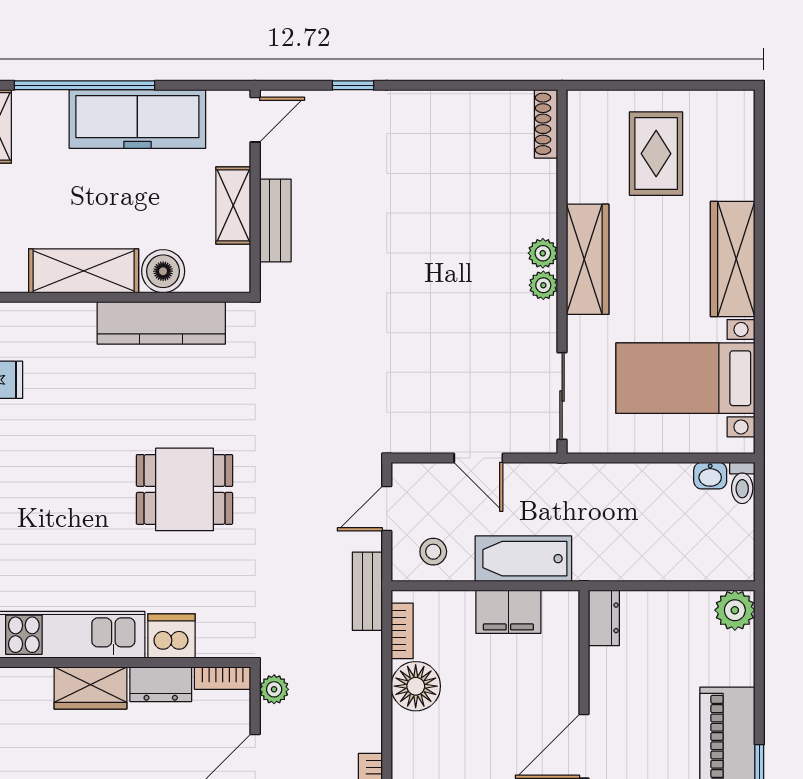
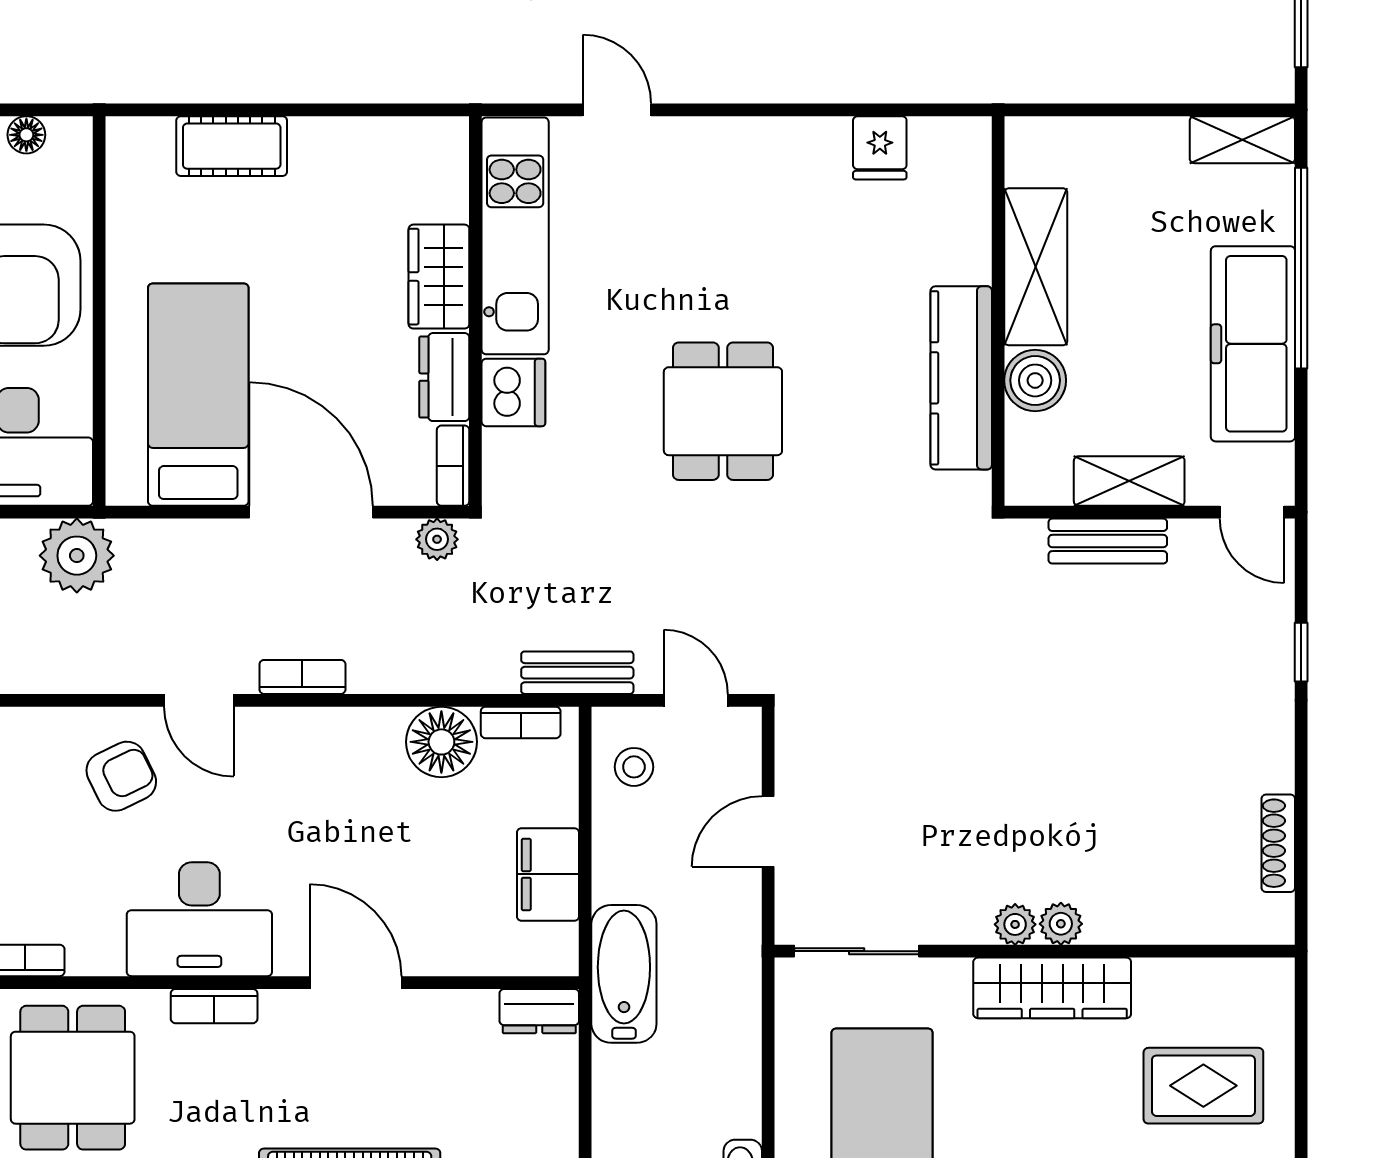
shoe rack: (546, 124) -> (1278, 843), moved, turned -90
bathtub: (523, 559) -> (624, 974), moved

